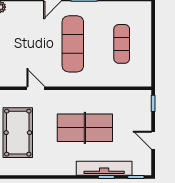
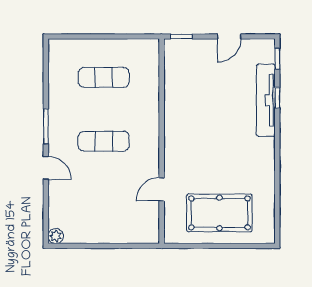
exercise mat: (73, 44) -> (104, 141), width x0.73, depth x0.69
table tennis table: (85, 128) -> (213, 125), removed

